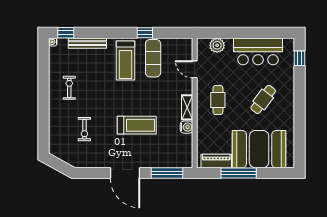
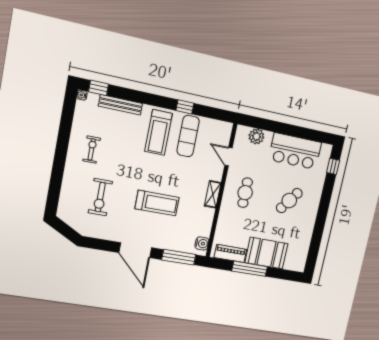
water cooler: (187, 127) -> (202, 243), moved
exercise bike: (84, 129) -> (100, 197), width x1.38, depth x1.39
booth: (259, 149) -> (266, 253), width x0.73, depth x0.70

